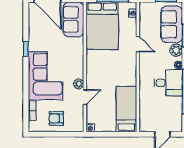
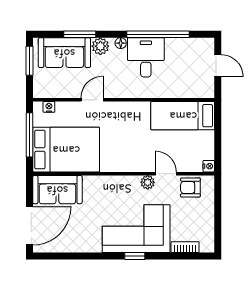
window: (26, 49) -> (135, 256), moved
armchair: (56, 118) -> (190, 187), moved, turned 90

